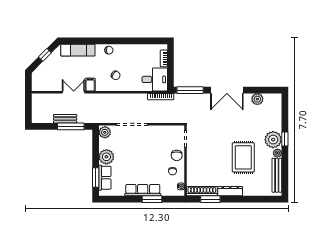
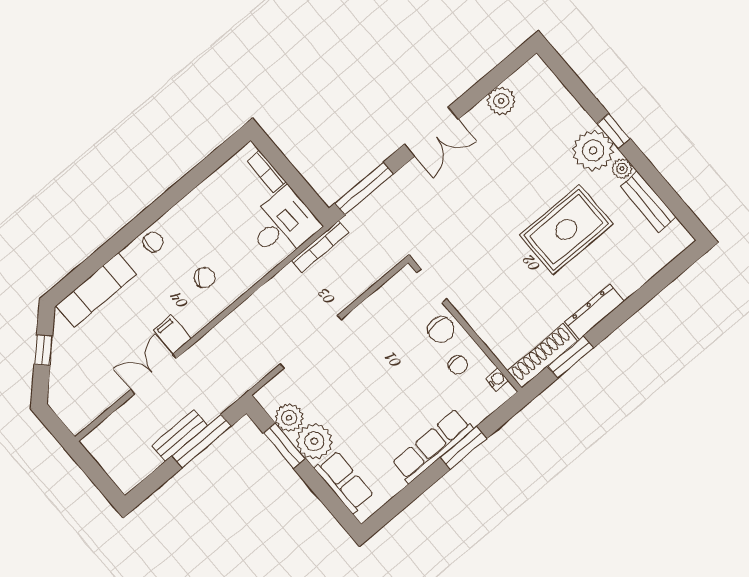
double door: (227, 90) -> (431, 132), width x0.73
plant: (105, 132) -> (289, 418), moved
rug: (243, 157) -> (566, 230), turned 90
bench: (277, 175) -> (648, 202), width x0.73
window: (96, 178) -> (284, 446), moved

